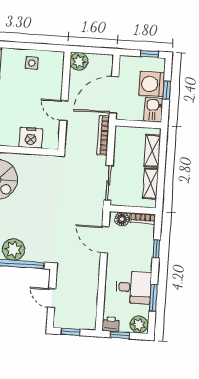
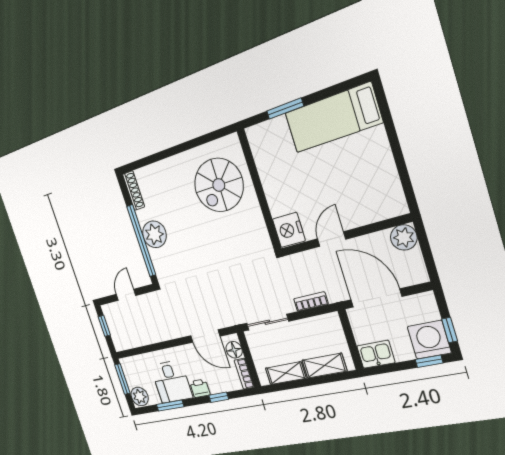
side table: (32, 63) -> (378, 174), removed
washing machine: (152, 84) -> (429, 340), moved
window: (167, 90) -> (429, 361), moved
bookcase: (103, 135) -> (311, 302), width x0.64
nightstand: (31, 138) -> (289, 230), moved
door: (105, 240) -> (205, 336), swing flipped
printer: (111, 324) -> (200, 388), moved, turned -90
window: (120, 335) -> (122, 379), width x1.50

